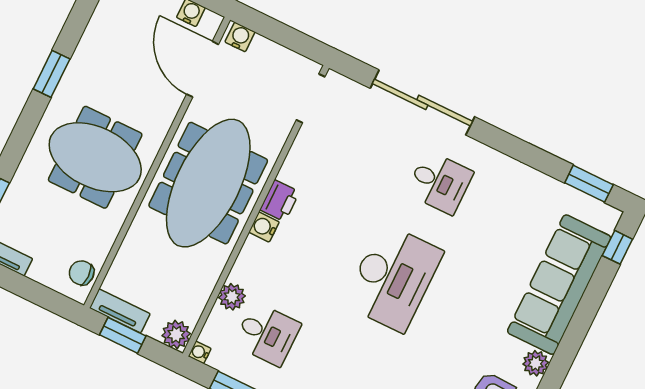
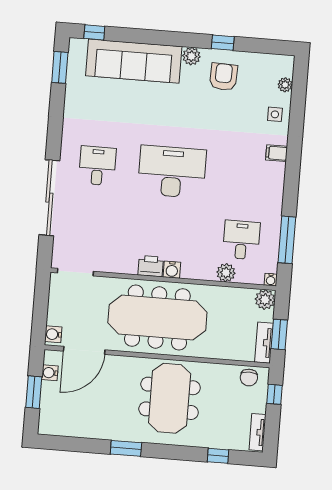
window: (46, 298) -> (274, 394), added

